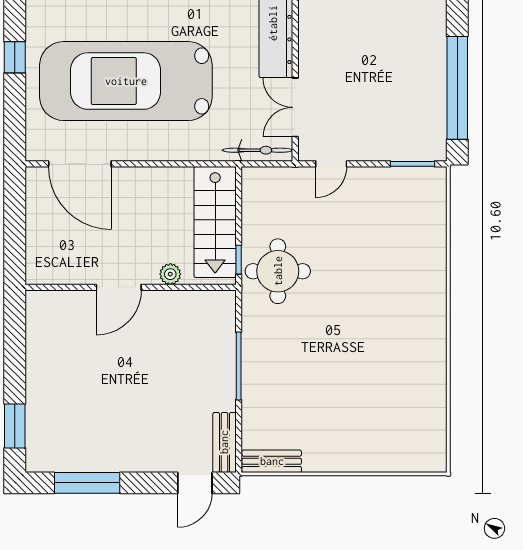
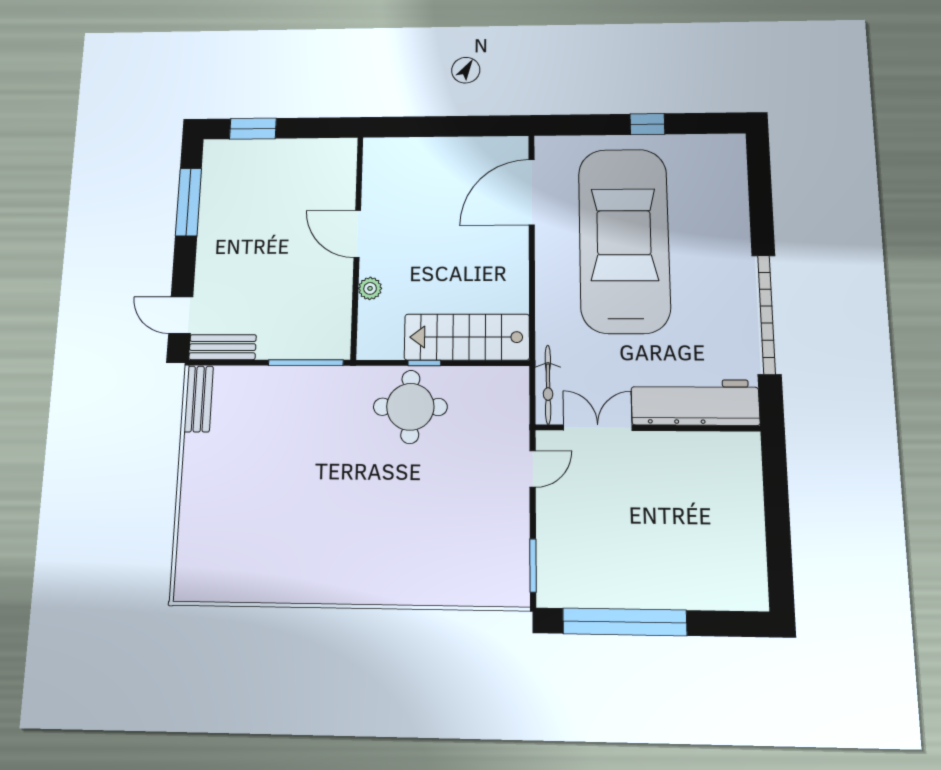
door: (331, 164) -> (533, 469), swing flipped
plant: (170, 274) -> (370, 288), moved
door: (119, 287) -> (357, 234), moved
wall: (131, 287) -> (357, 246), moved

